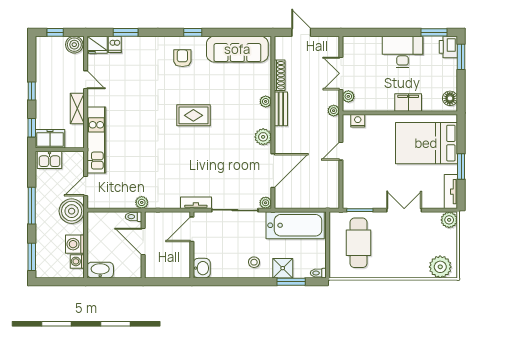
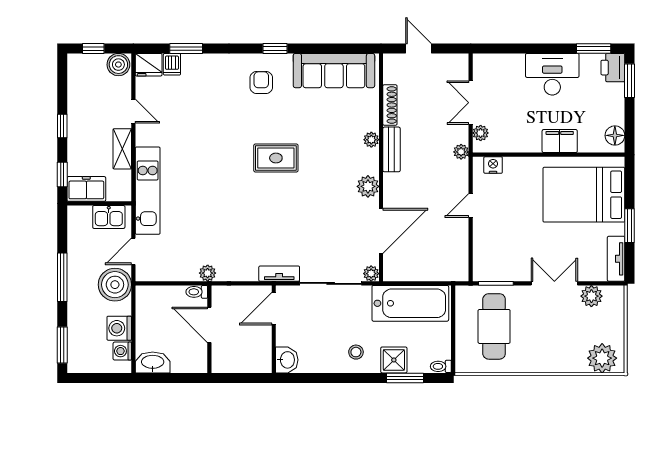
kitchen sink: (49, 160) -> (109, 217), moved
plant: (449, 220) -> (591, 296), moved

